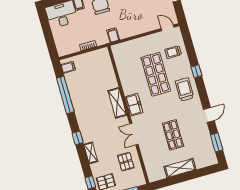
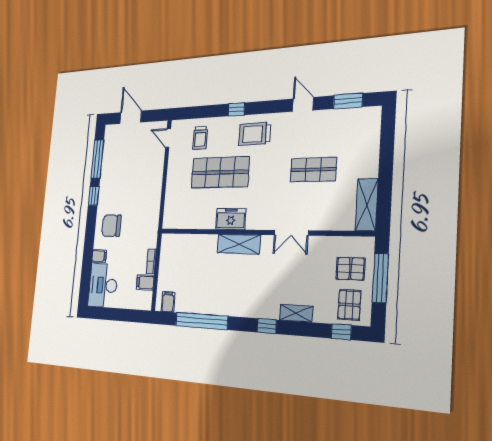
door: (168, 28) -> (168, 138), hinge flipped
filing cabinet: (113, 35) -> (145, 282), moved
freezer: (134, 105) -> (231, 219), moved
pallet: (126, 162) -> (350, 269), moved
shelving: (180, 168) -> (367, 205), moved

